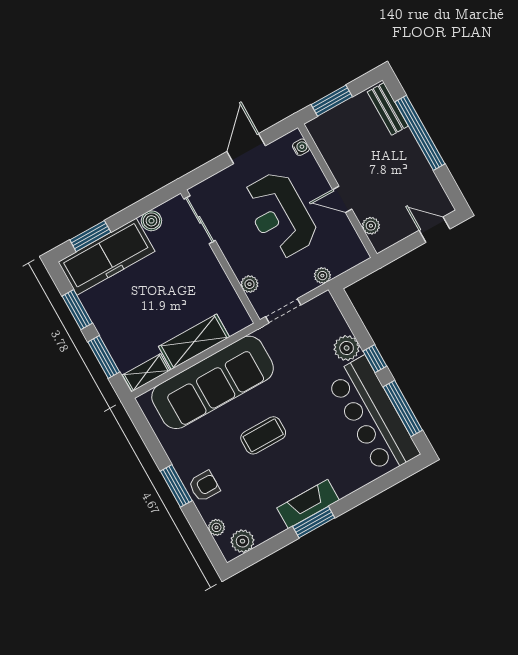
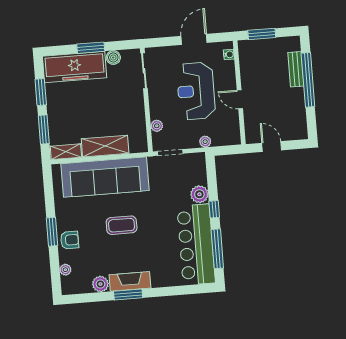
bench: (388, 109) -> (296, 69), moved
plant: (371, 226) -> (250, 124), removed
door: (434, 230) -> (272, 147), moved
window: (90, 236) -> (91, 48), moved
plant: (242, 541) -> (100, 284), moved

